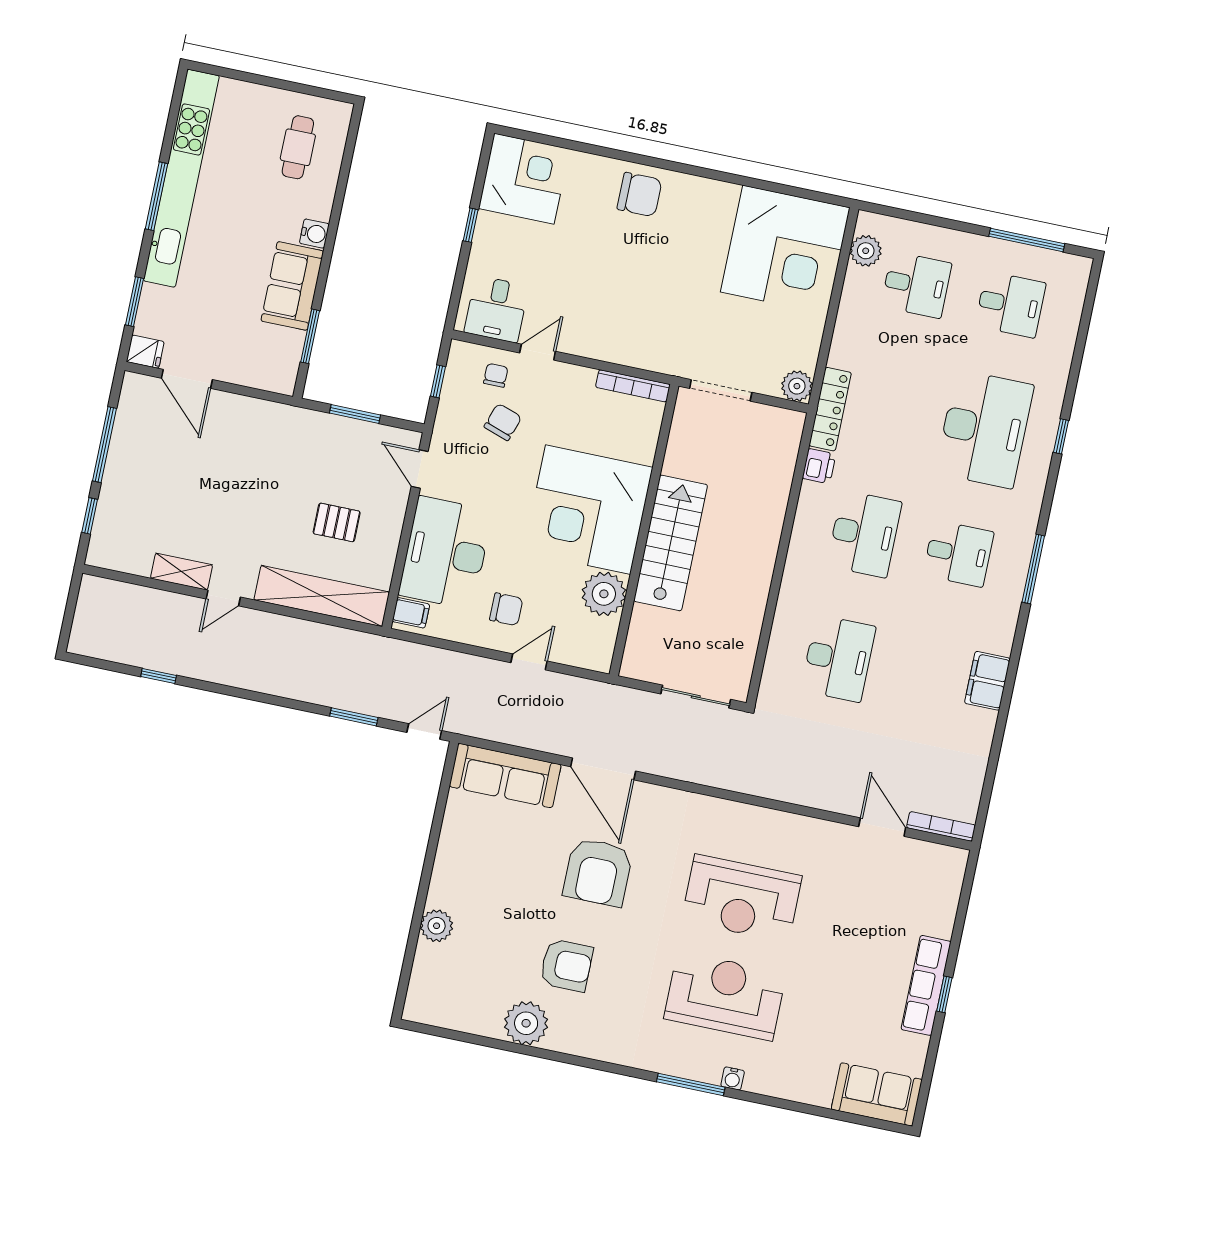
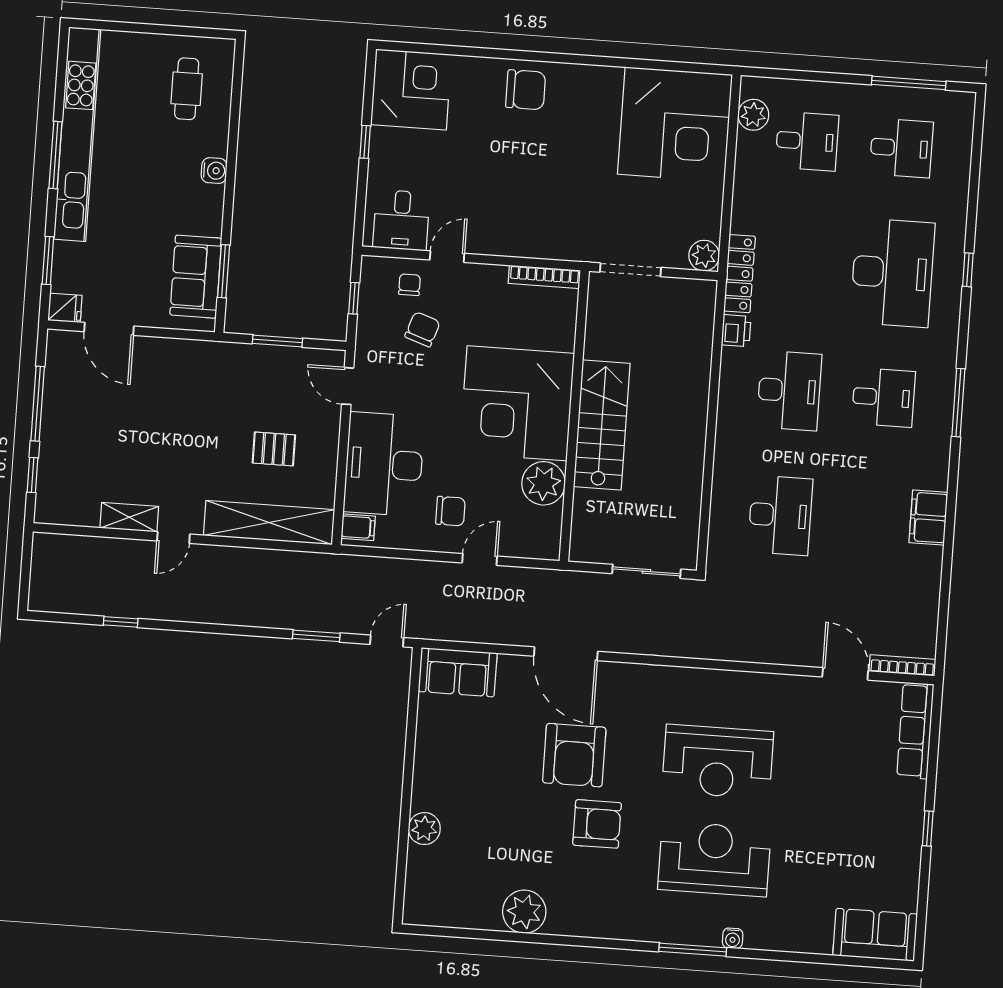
sofa: (292, 286) -> (196, 277), moved
sofa: (505, 776) -> (458, 672), width x0.73
armchair: (566, 965) -> (597, 824), moved
row of seats: (926, 985) -> (915, 731), moved

